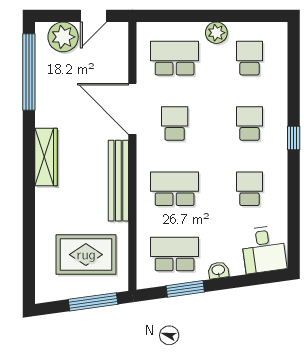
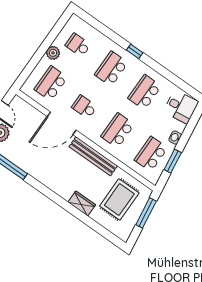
school desk: (249, 123) -> (111, 69), width x1.85
wardrobe: (46, 157) -> (82, 203), moved, width x0.67
school desk: (249, 189) -> (145, 92), width x1.85

